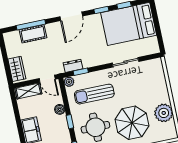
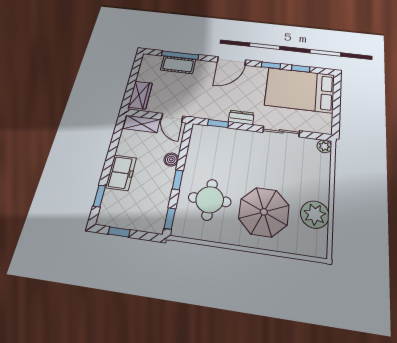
dresser: (73, 66) -> (241, 117), moved
plant: (69, 82) -> (324, 146), moved
sun lounger: (94, 94) -> (225, 156), removed

